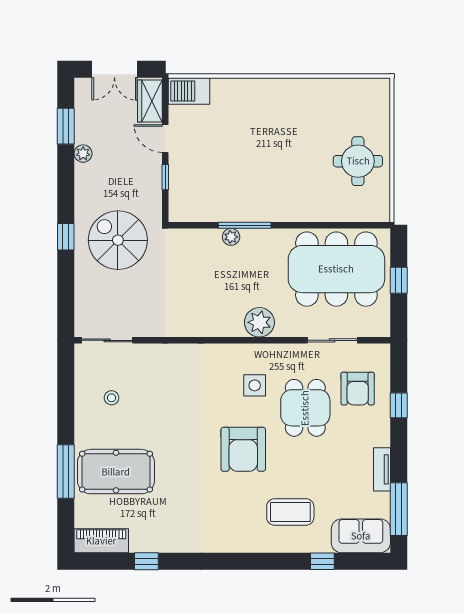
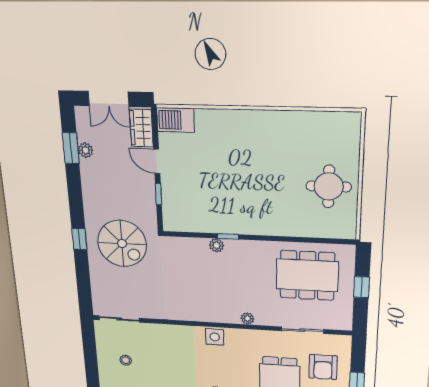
plant: (83, 154) -> (85, 150), moved
window: (245, 225) -> (228, 236), width x0.46
spiral stairs: (118, 240) -> (122, 243), turned 180
dining table: (336, 269) -> (307, 275), width x0.73, depth x0.80
plant: (259, 322) -> (247, 319), width x0.53, depth x0.53
side table: (255, 385) -> (215, 337), moved

